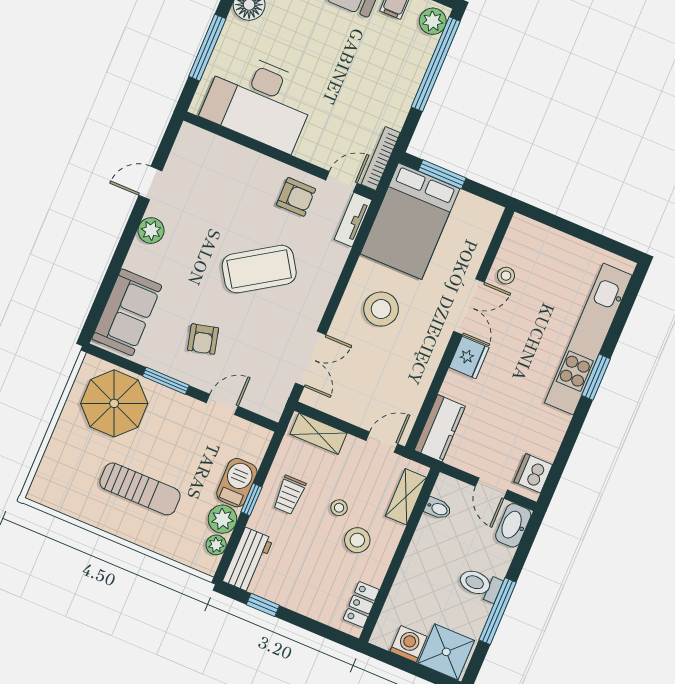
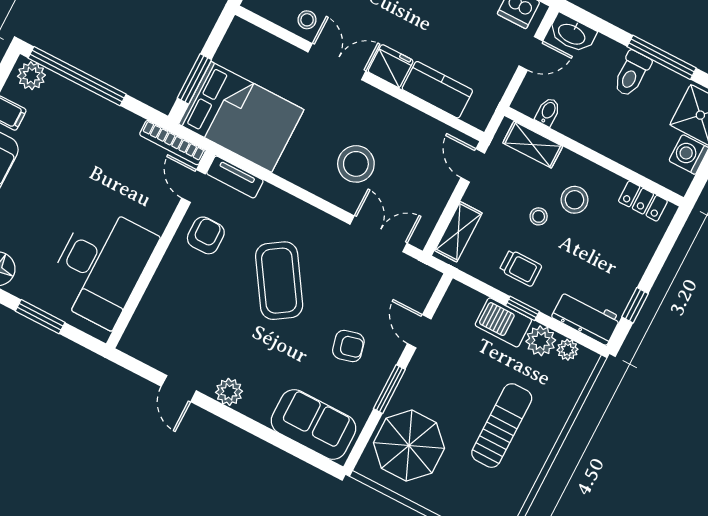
window: (207, 48) -> (40, 317), width x0.69
stool: (381, 309) -> (356, 164), moved
kitchen counter: (440, 428) -> (437, 90), moved

